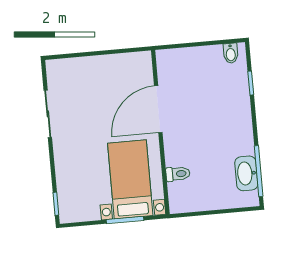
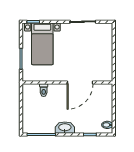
door: (158, 109) -> (80, 82), swing flipped
washbasin: (246, 173) -> (65, 128), moved
bed with nightstands: (130, 179) -> (42, 44), moved, turned 90

